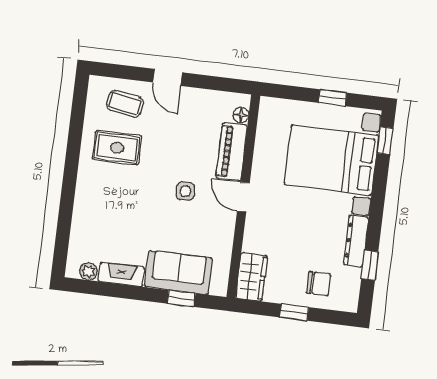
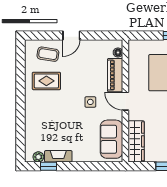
door: (167, 77) -> (71, 35), hinge flipped
sofa: (179, 273) -> (112, 139), moved, turned -90
wardrobe: (252, 277) -> (136, 141), width x1.50
window: (181, 298) -> (49, 166), moved

